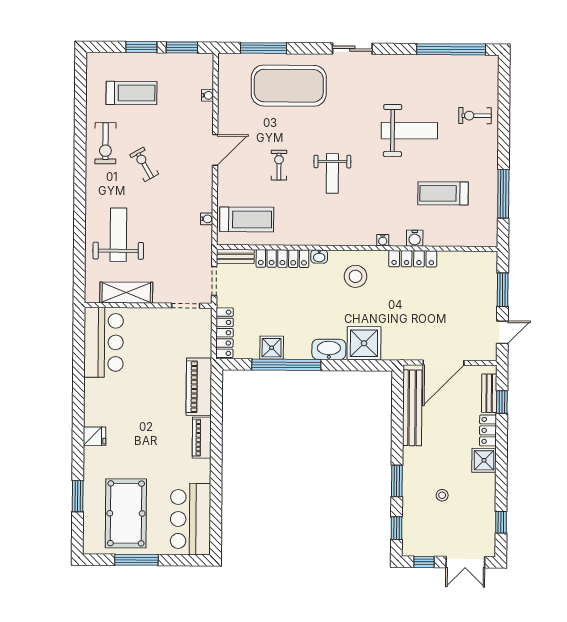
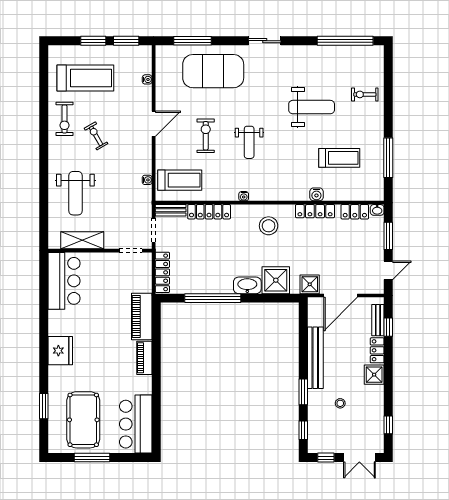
treadmill: (132, 93) -> (85, 78), width x1.37, depth x1.38
exercise bike: (279, 165) -> (206, 136), width x1.38, depth x1.39
treadmill: (443, 193) -> (339, 158), turned 180
weight bench: (118, 235) -> (75, 193), turned 180
water cooler: (383, 240) -> (244, 196), moved
washbasin: (319, 257) -> (377, 210), moved
locker: (462, 260) -> (355, 212), added
shower: (272, 348) -> (310, 284), moved
bench: (412, 408) -> (315, 358), moved
fridge: (94, 436) -> (60, 351), width x1.88, depth x1.34

